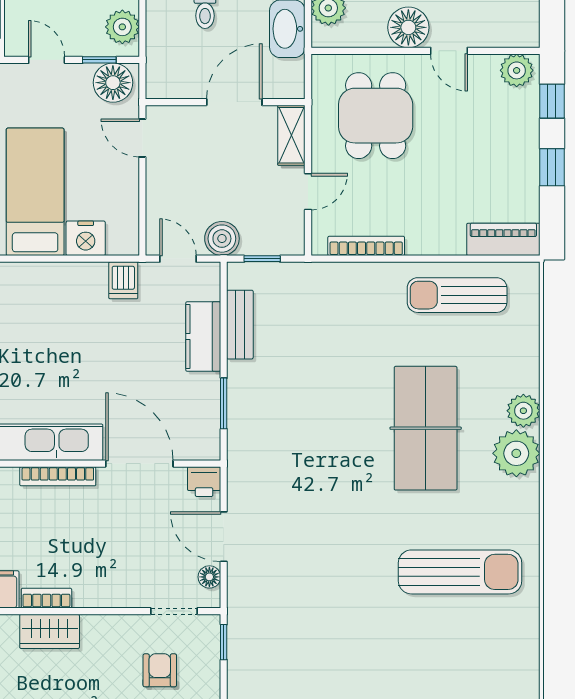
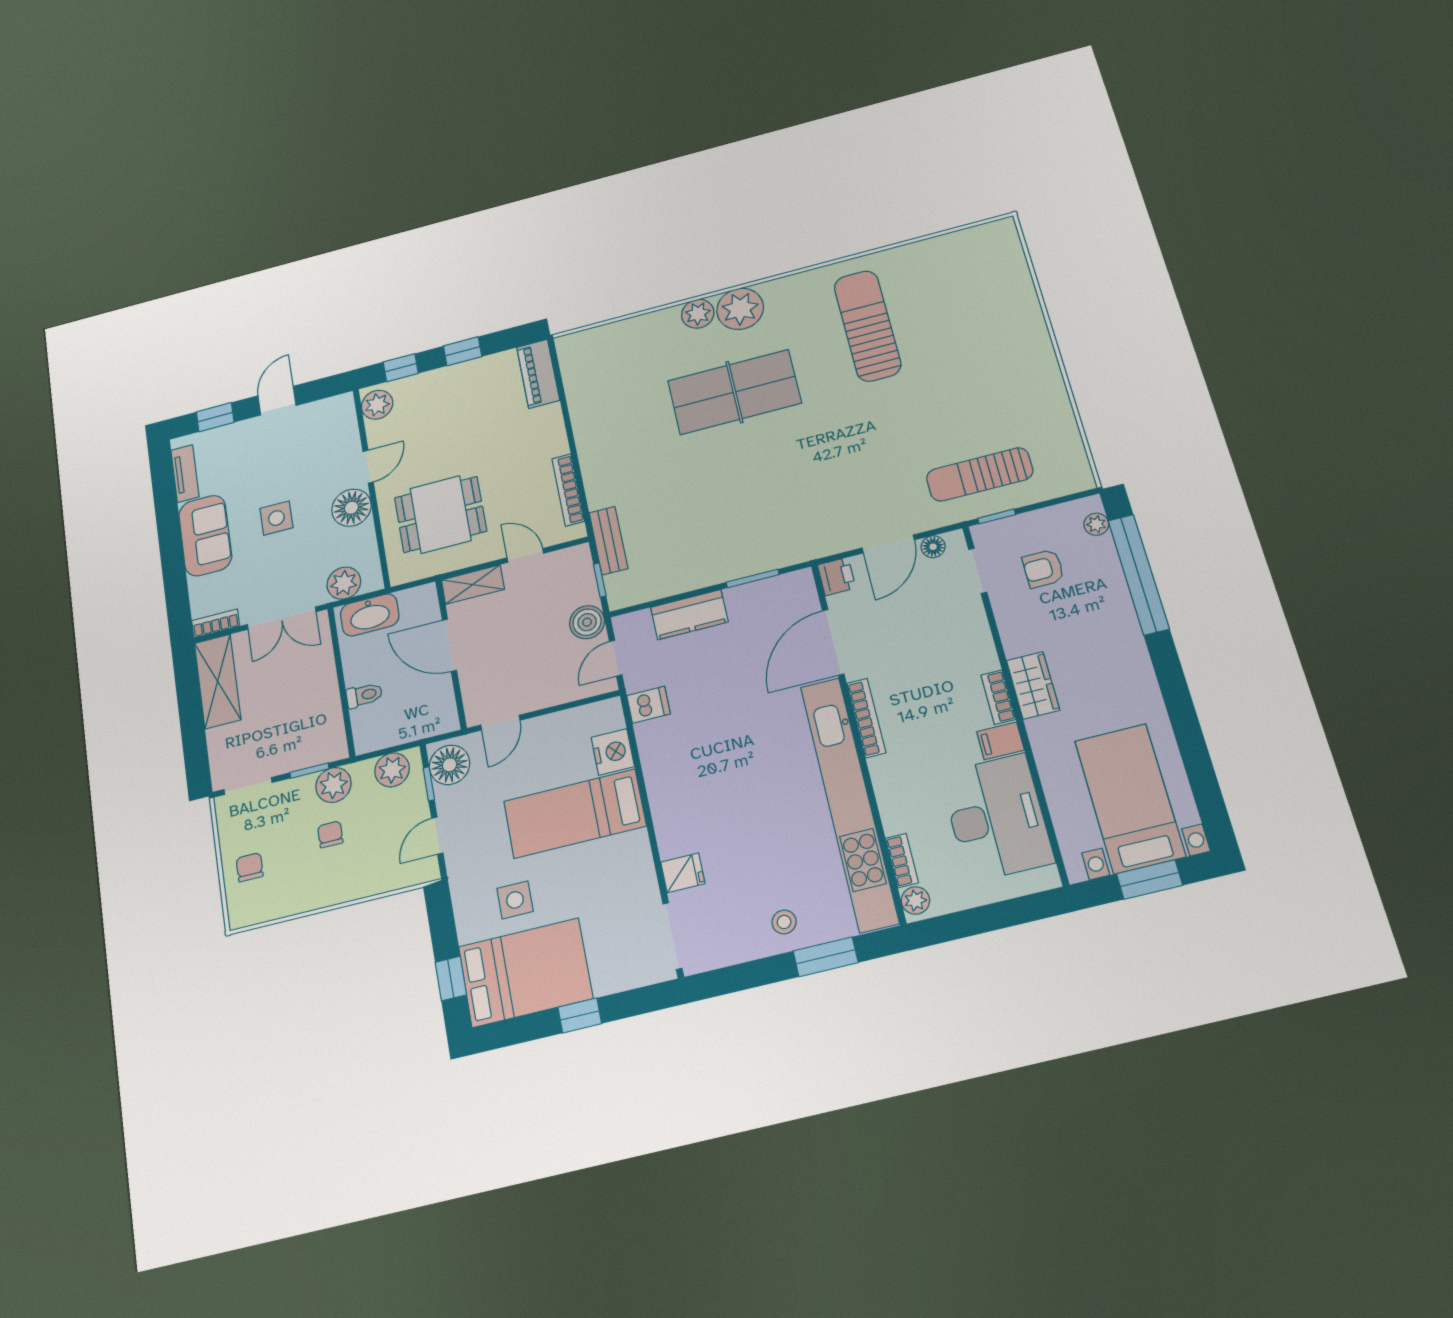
sun lounger: (457, 295) -> (980, 474), moved, turned 90
bench: (240, 325) -> (608, 541), moved, turned 90

